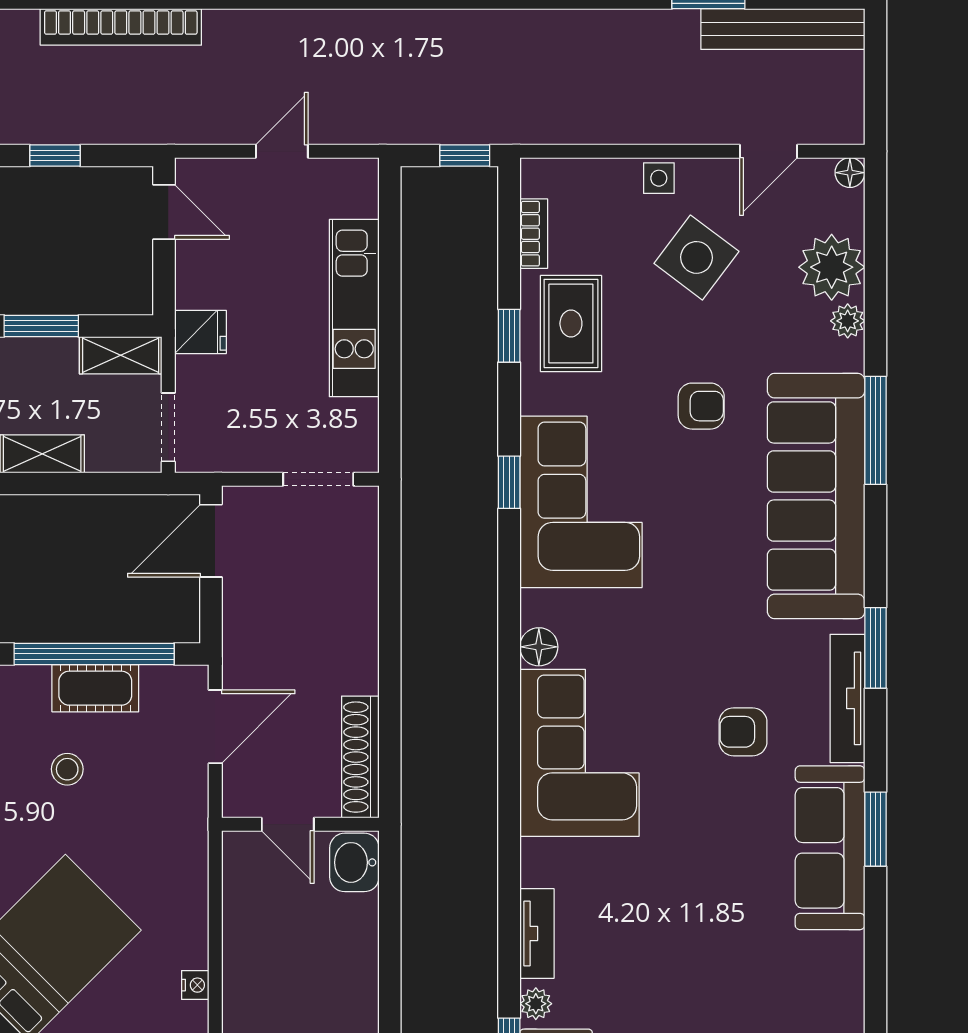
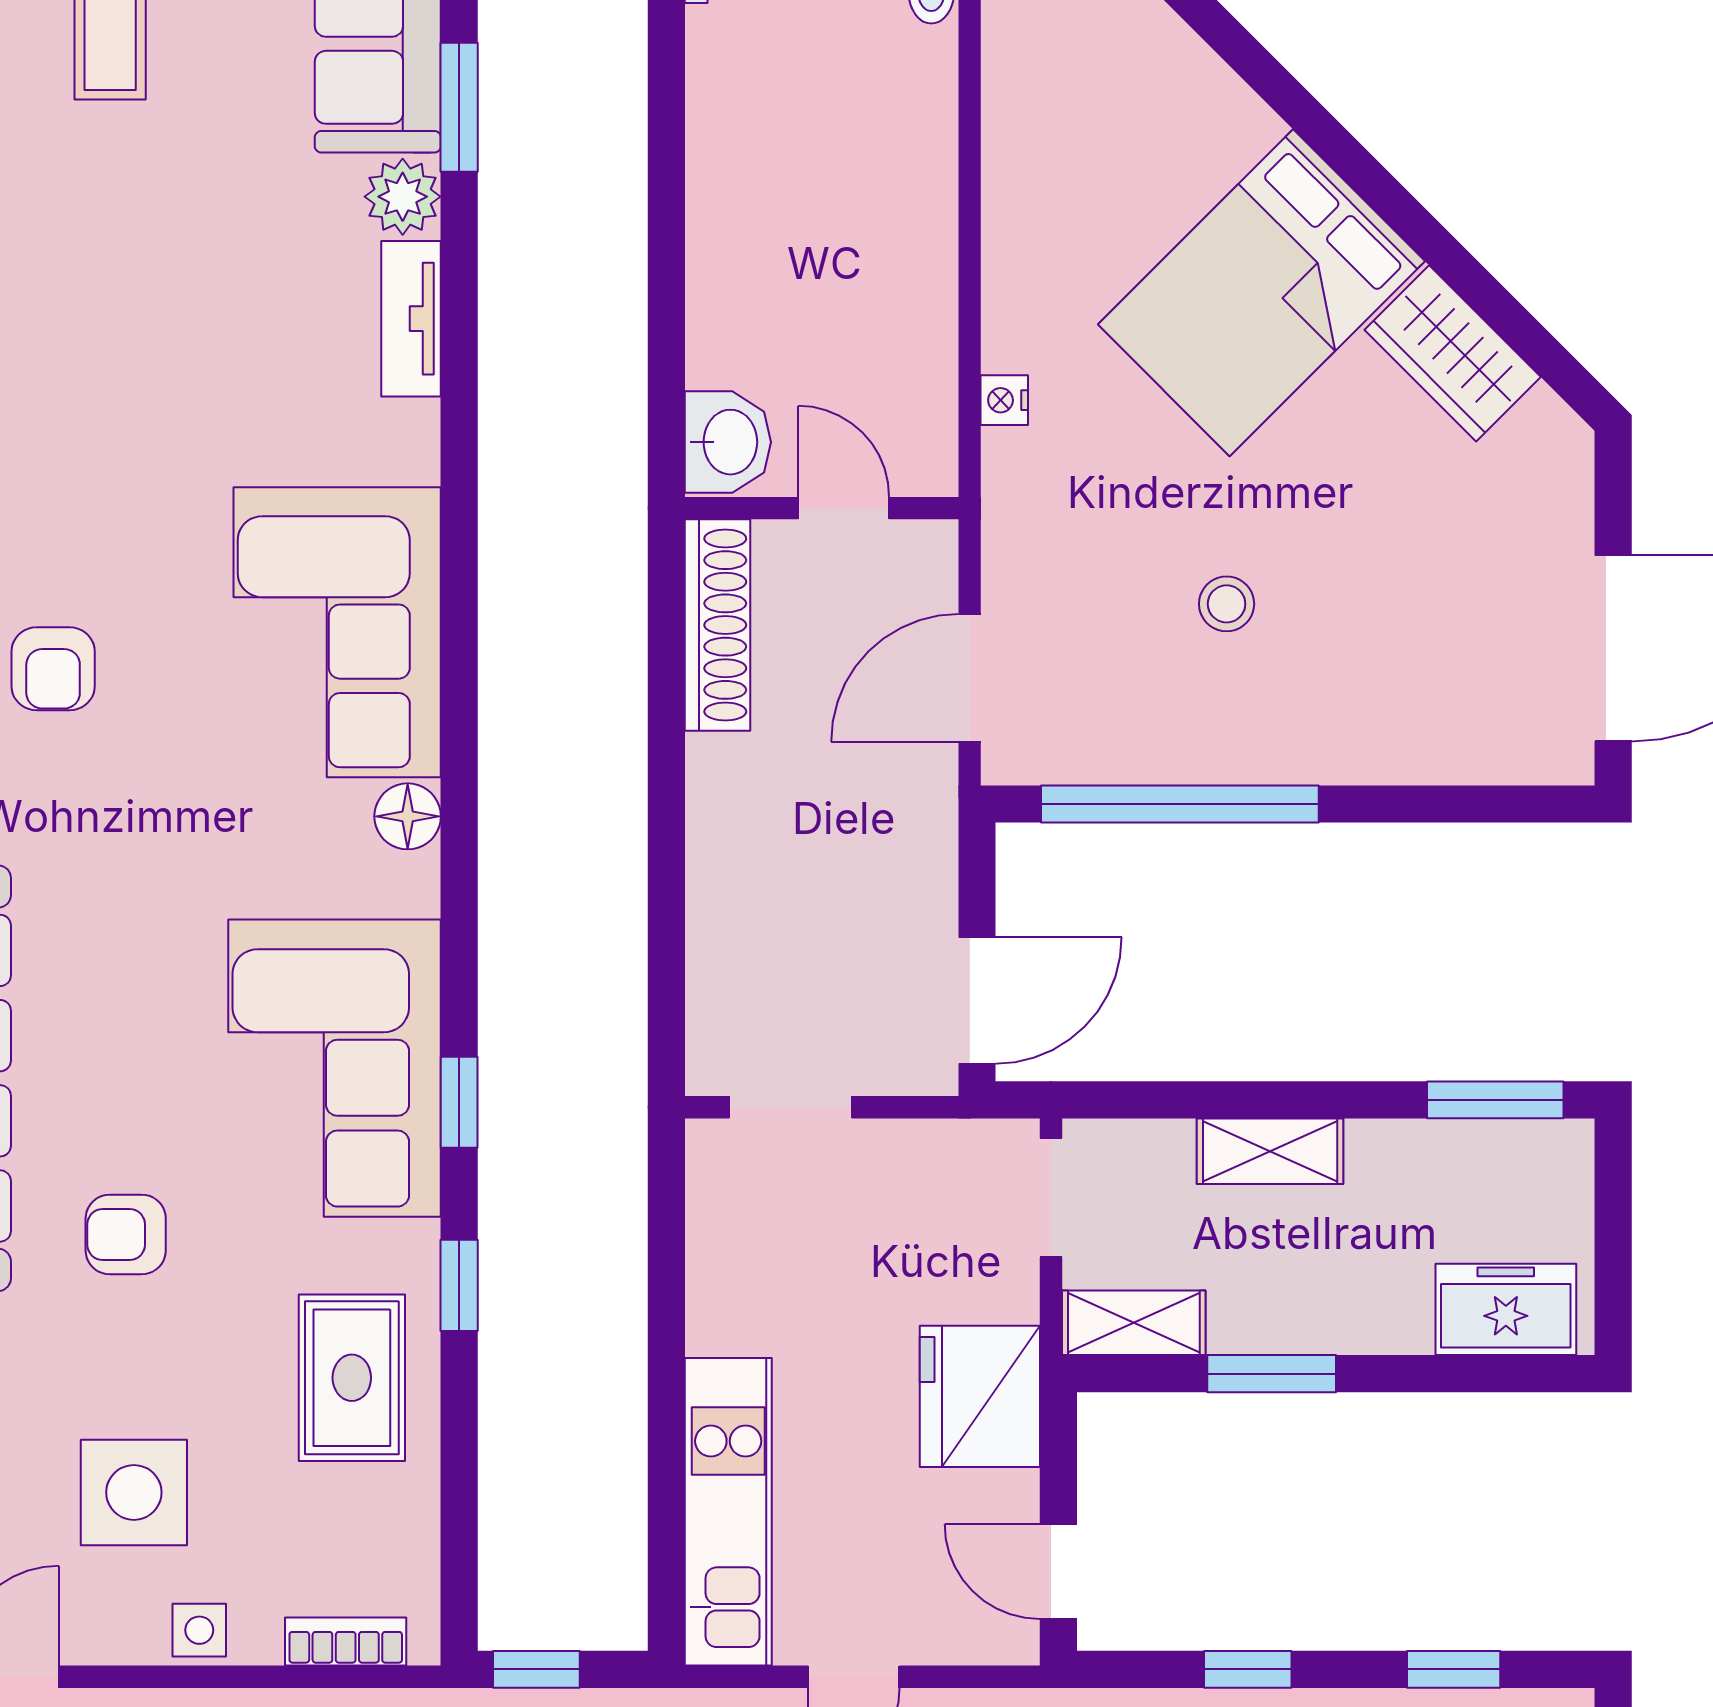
bookcase: (534, 234) -> (346, 1642), moved, turned 90
side table: (696, 257) -> (134, 1492), turned -37
kitchen unit: (354, 308) -> (728, 1512), moved
fridge: (201, 332) -> (980, 1396), width x1.88, depth x1.34
window: (509, 336) -> (459, 1285), moved
cot: (95, 688) -> (1178, 745), removed
armchair: (743, 732) -> (53, 669), turned 90
nightstand: (195, 985) -> (1004, 400), moved
plant: (536, 1004) -> (403, 197), width x1.38, depth x1.38

